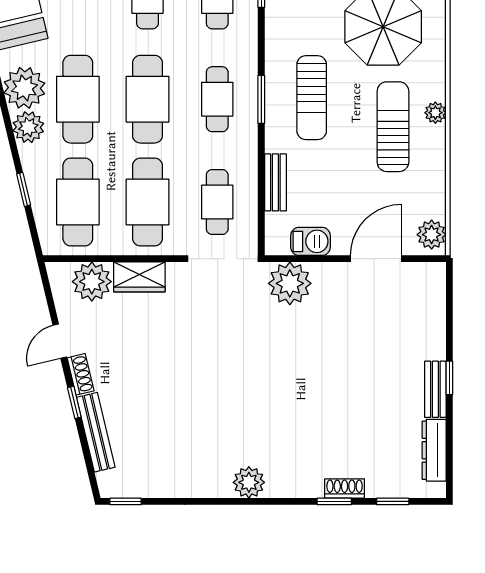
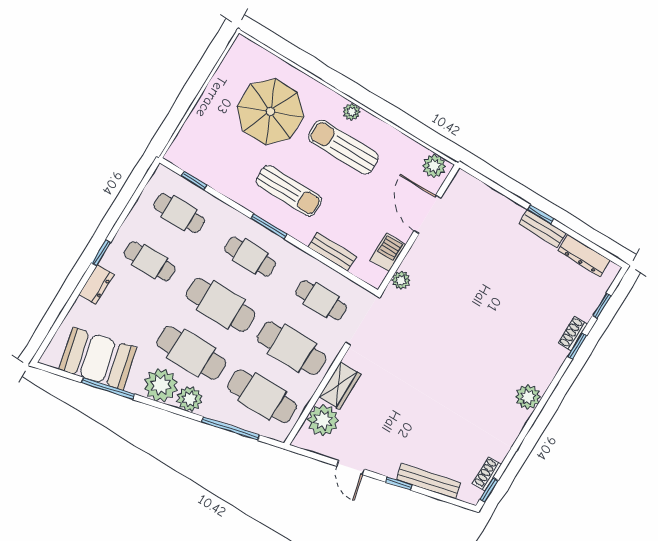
window: (24, 189) -> (231, 428), width x2.17
plant: (290, 283) -> (401, 280), width x0.53, depth x0.53
shoe rack: (81, 374) -> (487, 474), moved, turned -77

